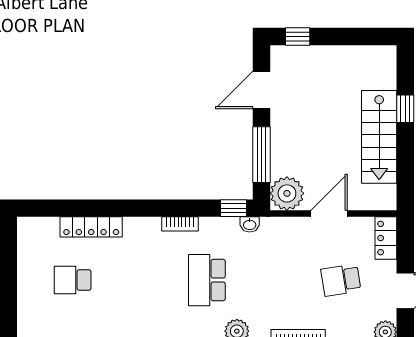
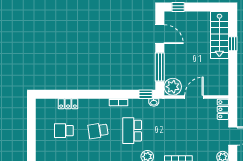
door: (262, 90) -> (160, 34), swing flipped
stairs: (379, 137) -> (219, 35), moved
locker: (91, 227) -> (68, 104), width x0.66
school desk: (341, 280) -> (98, 131), moved

